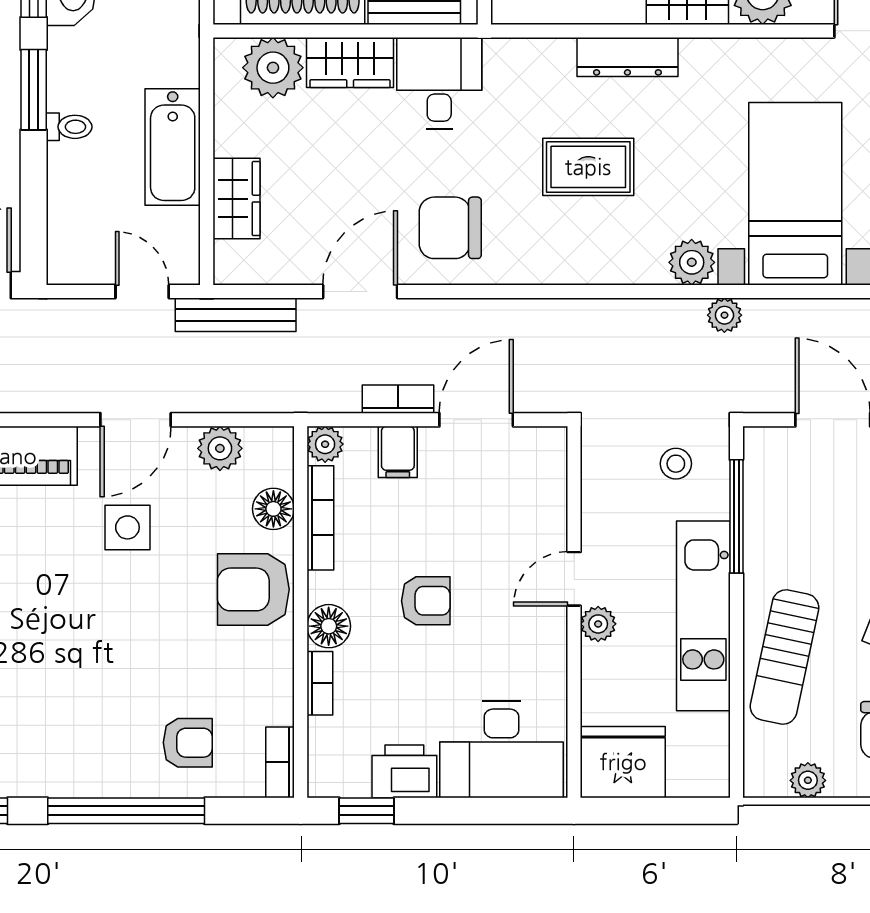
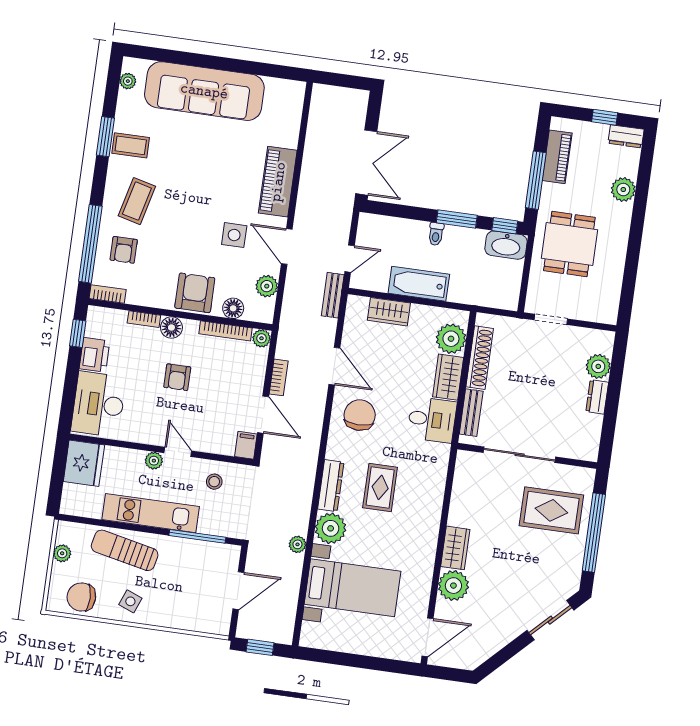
dresser: (627, 57) -> (331, 486), moved, turned 180
plant: (692, 262) -> (331, 528), width x1.36, depth x1.36
bench: (236, 315) -> (333, 295), width x0.73
filing cabinet: (398, 452) -> (246, 445), moved, turned 90
stool: (676, 464) -> (214, 482), moved
coffee table: (87, 730) -> (137, 201), added
window: (126, 811) -> (90, 244), moved

